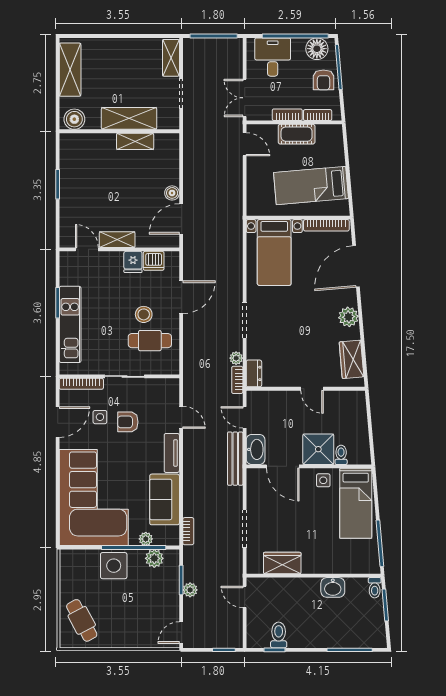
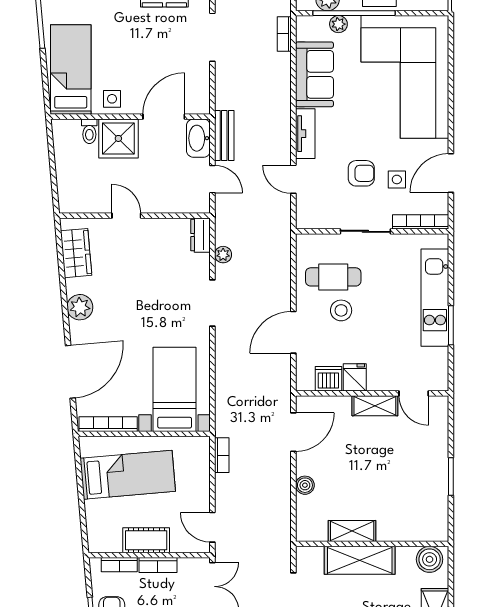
boiler: (172, 193) -> (305, 485), moved
bookcase: (237, 380) -> (222, 455), moved
bench: (235, 459) -> (224, 136), width x0.73
door: (283, 466) -> (164, 117), hinge flipped

